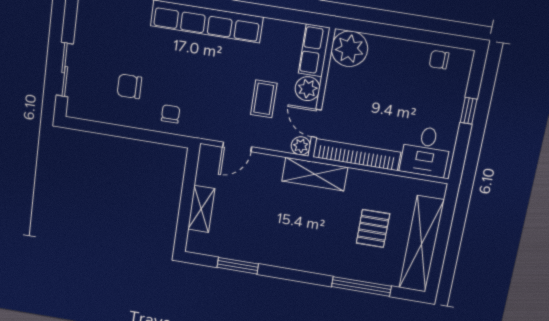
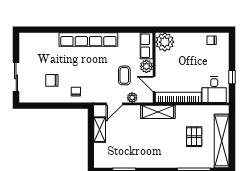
window: (469, 111) -> (232, 77), moved
plant: (301, 146) -> (132, 98), moved
shelving: (201, 209) -> (100, 130), moved

